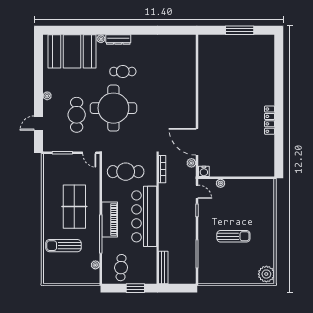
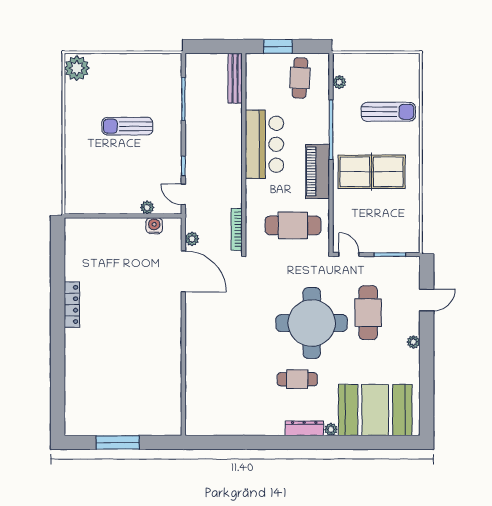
water cooler: (204, 171) -> (154, 226), moved
table tennis table: (74, 207) -> (372, 172), turned 90
bar counter: (144, 216) -> (264, 144), width x0.73
piano: (110, 219) -> (318, 172), moved

